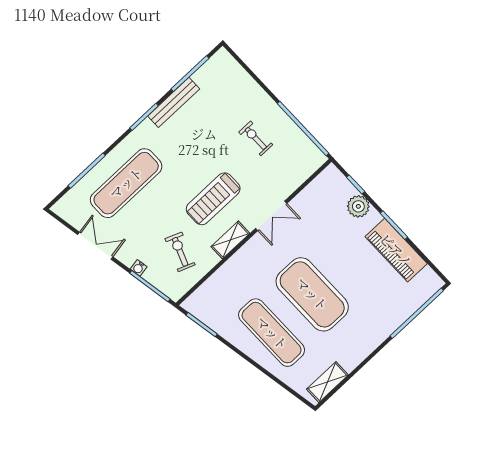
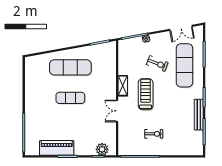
plant: (358, 206) -> (102, 149), moved
double door: (95, 246) -> (181, 28), moved
exercise bike: (180, 252) -> (157, 63), moved
exercise mat: (312, 294) -> (70, 98), width x0.50, depth x0.69
shelving: (327, 382) -> (30, 71), removed

